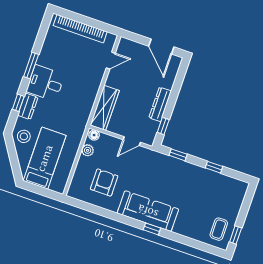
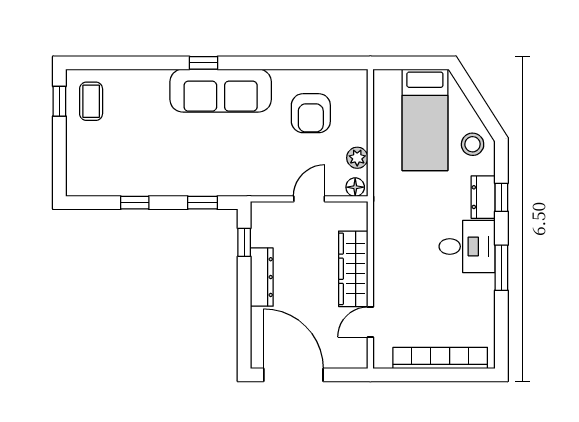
door: (161, 47) -> (293, 375), width x1.36
wardrobe: (105, 108) -> (353, 269), moved
door: (132, 141) -> (309, 199), moved

